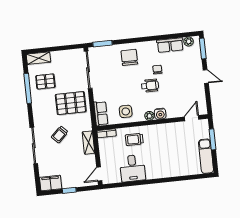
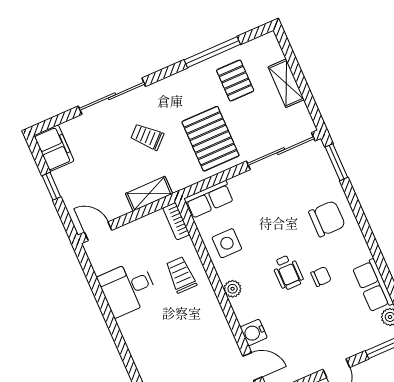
shelving: (38, 58) -> (286, 83), moved
water cooler: (160, 114) -> (254, 332), moved

